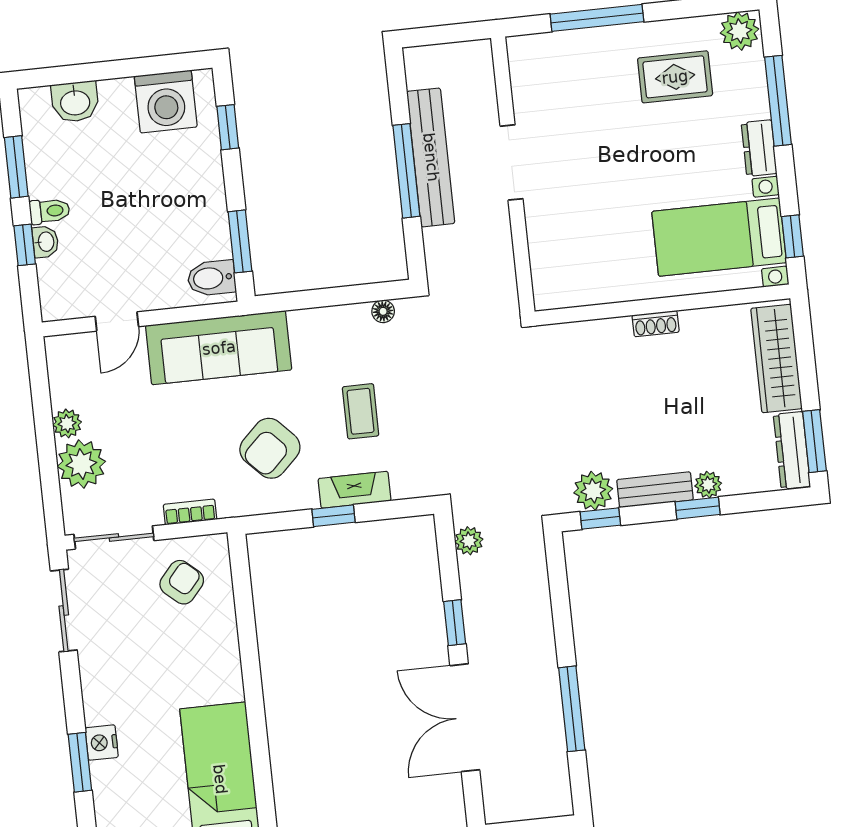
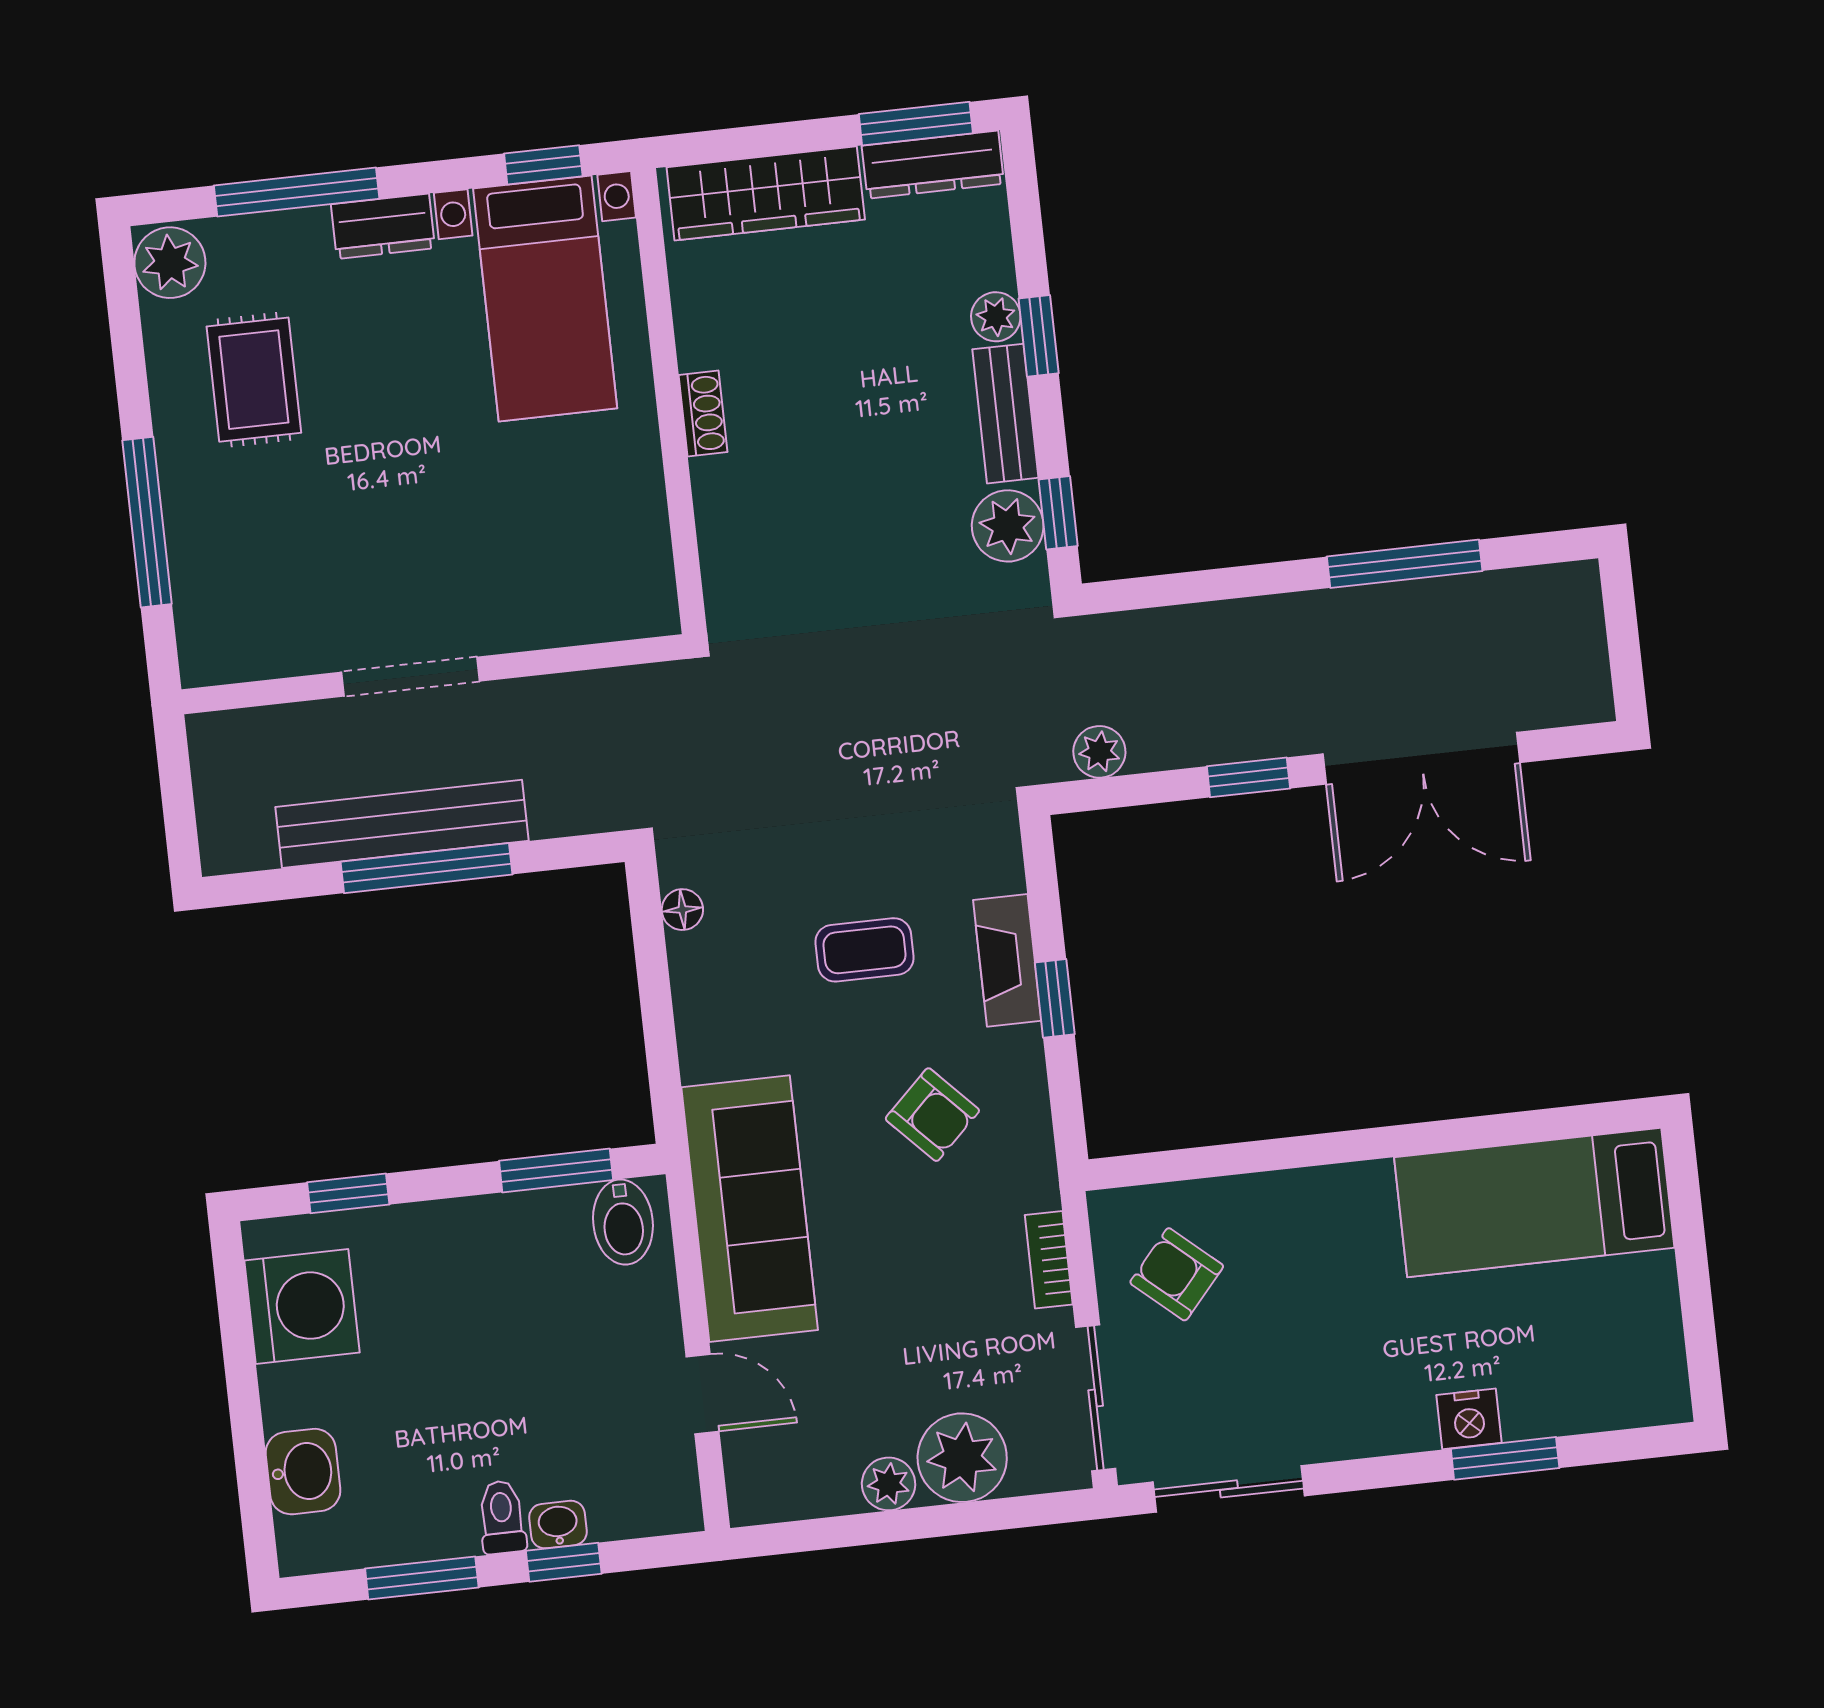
armchair: (270, 448) -> (932, 1115), width x0.72, depth x0.72

